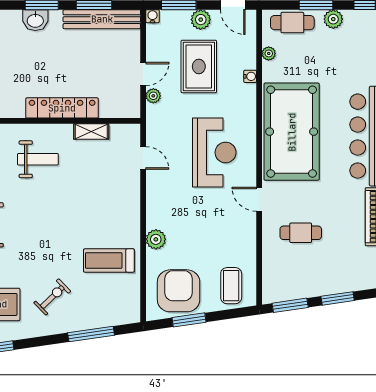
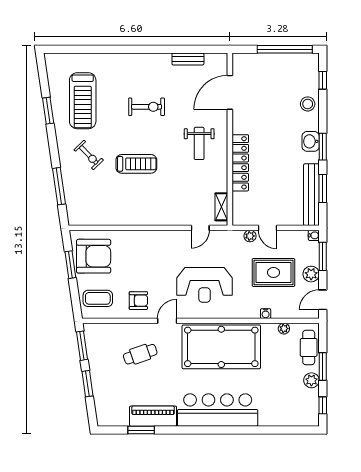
shelving: (91, 132) -> (221, 207), moved
cafe table: (301, 233) -> (140, 354), turned 71
armchair: (234, 235) -> (138, 301), added
plant: (156, 239) -> (135, 238), removed
treadmill: (109, 260) -> (136, 164), moved, turned 90

